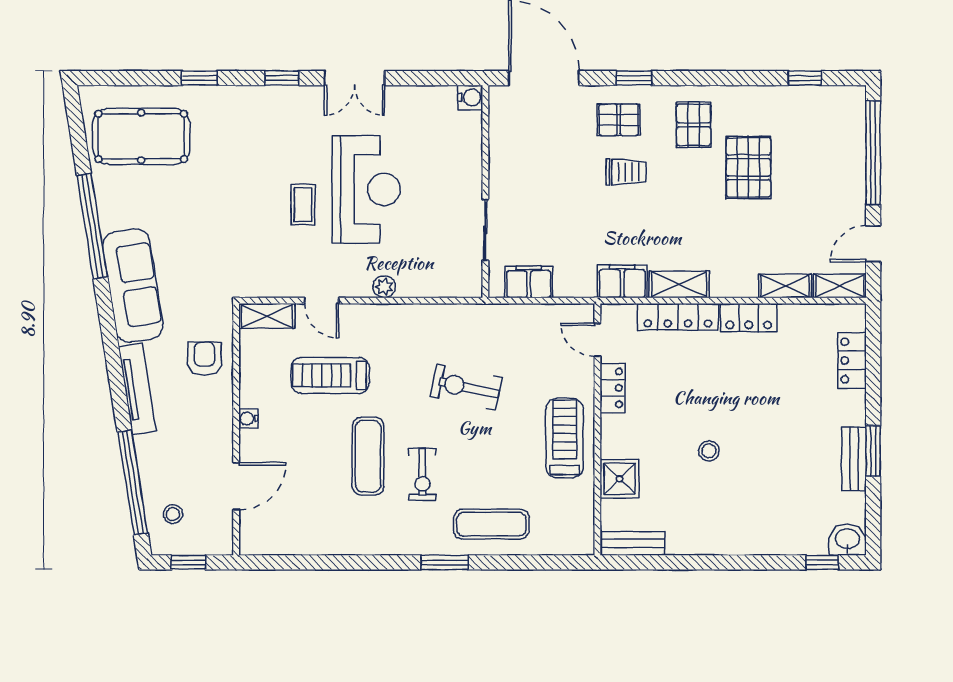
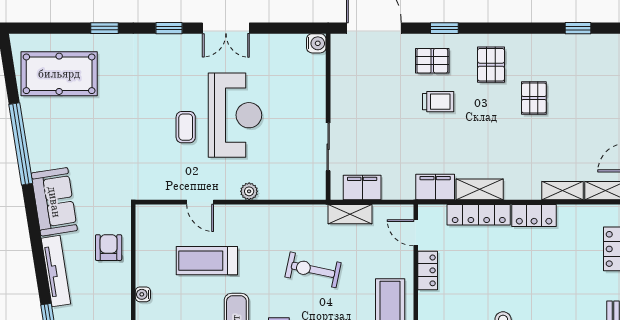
pallet: (748, 167) -> (534, 98), width x0.67, depth x0.71
sofa: (133, 286) -> (54, 202), width x0.73
shelving: (267, 316) -> (350, 214), moved

